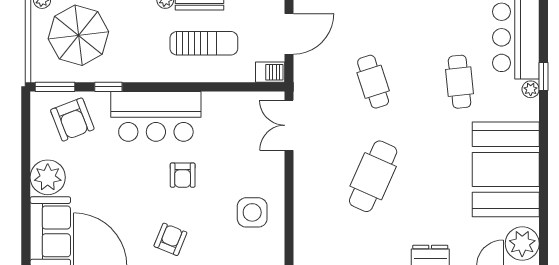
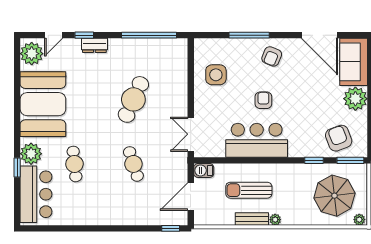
plant: (531, 89) -> (31, 154), width x1.87, depth x1.87
bar counter: (156, 116) -> (257, 140), moved
double door: (289, 125) -> (191, 134), swing flipped

